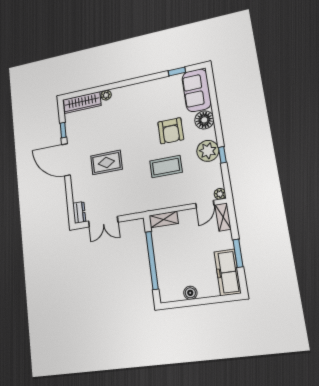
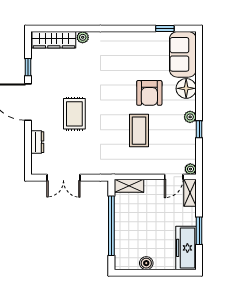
plant: (208, 151) -> (190, 117), width x0.53, depth x0.53
rug: (106, 162) -> (74, 114), turned 90
coffee table: (166, 167) -> (139, 131), turned 90
dresser: (79, 212) -> (37, 142), moved

